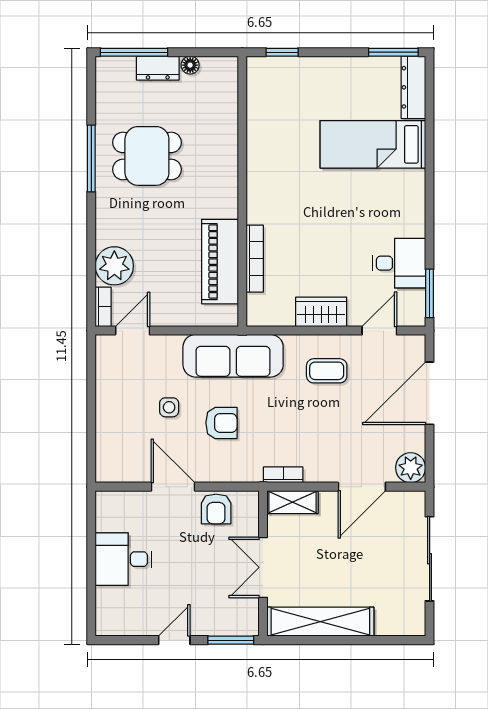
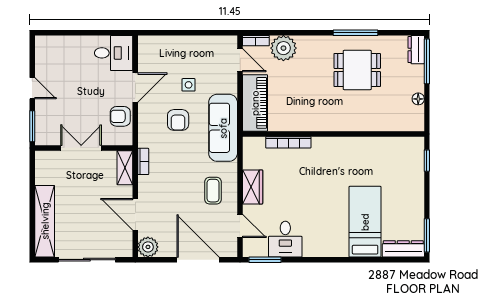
dresser: (158, 68) -> (416, 50), moved
dining table: (147, 156) -> (357, 70), turned 90
piano: (220, 262) -> (255, 103), moved, turned 90
desk: (124, 559) -> (114, 53), moved, turned 90
shelving: (320, 622) -> (45, 221), moved

